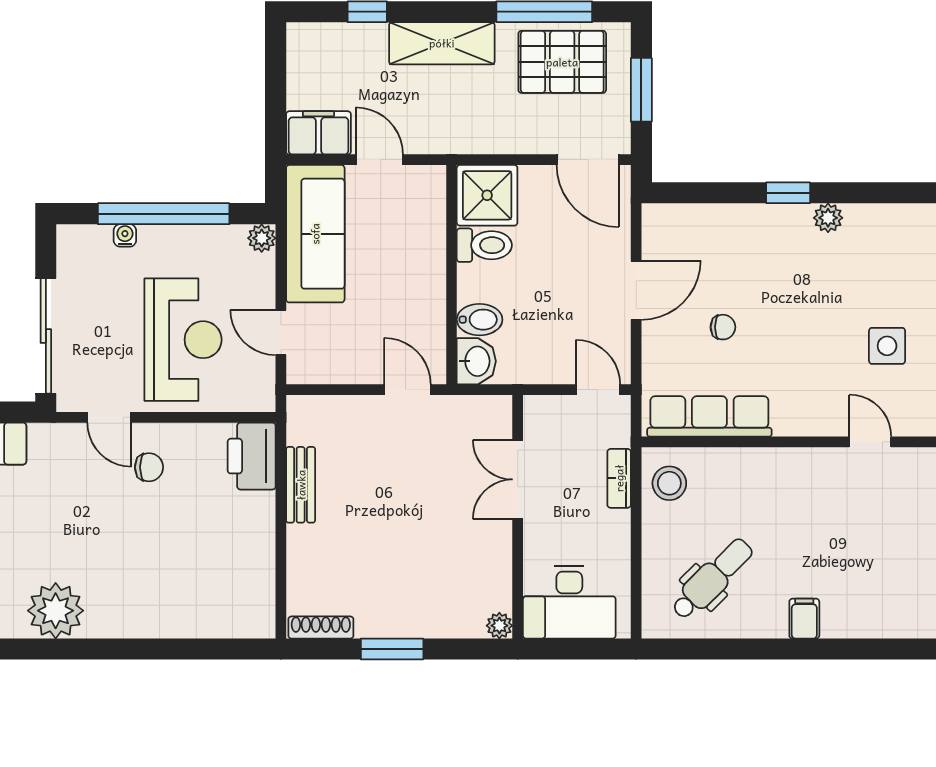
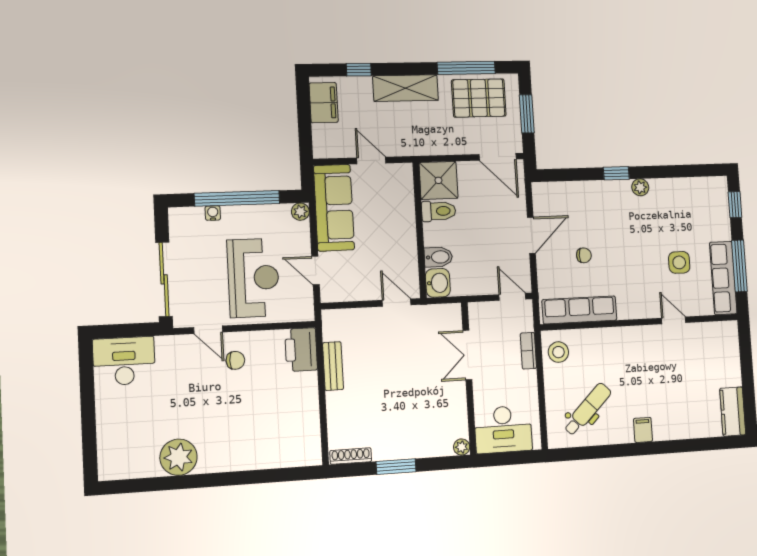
filing cabinet: (319, 133) -> (324, 103), moved, turned 90

